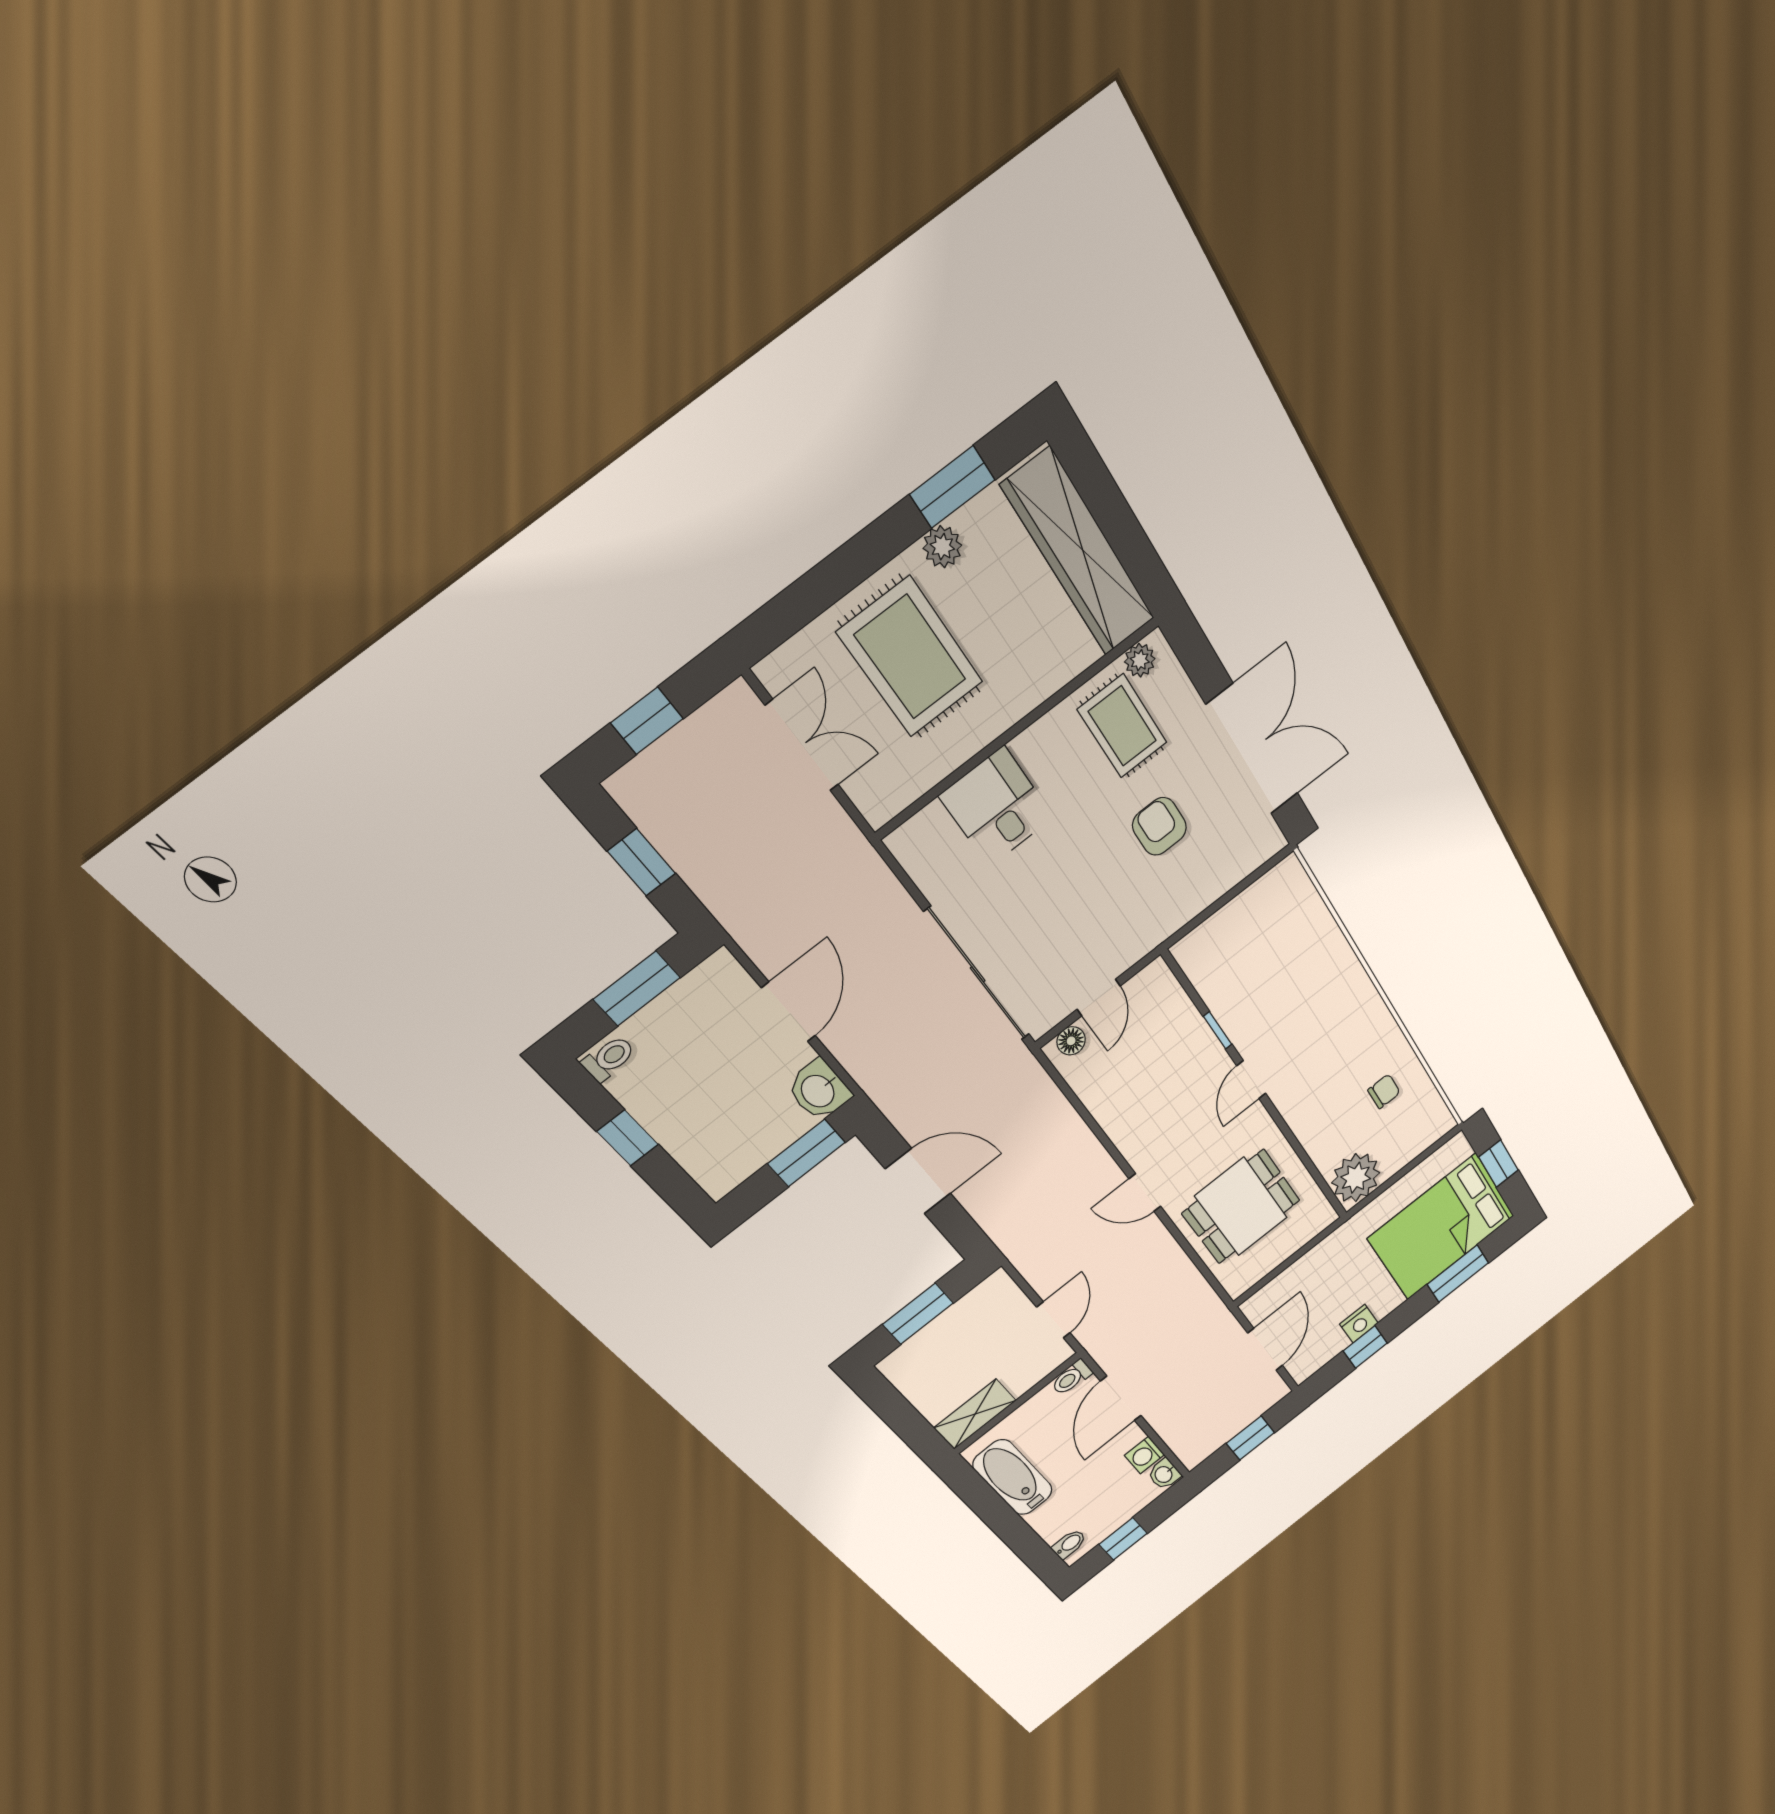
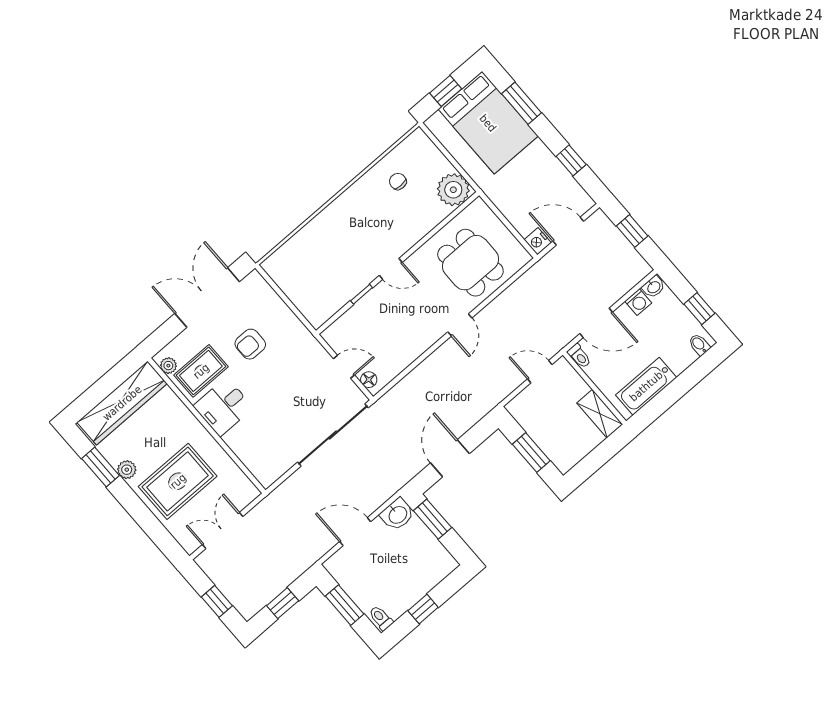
desk: (997, 807) -> (223, 407), moved
nightstand: (1359, 1324) -> (538, 241), moved, turned 180

